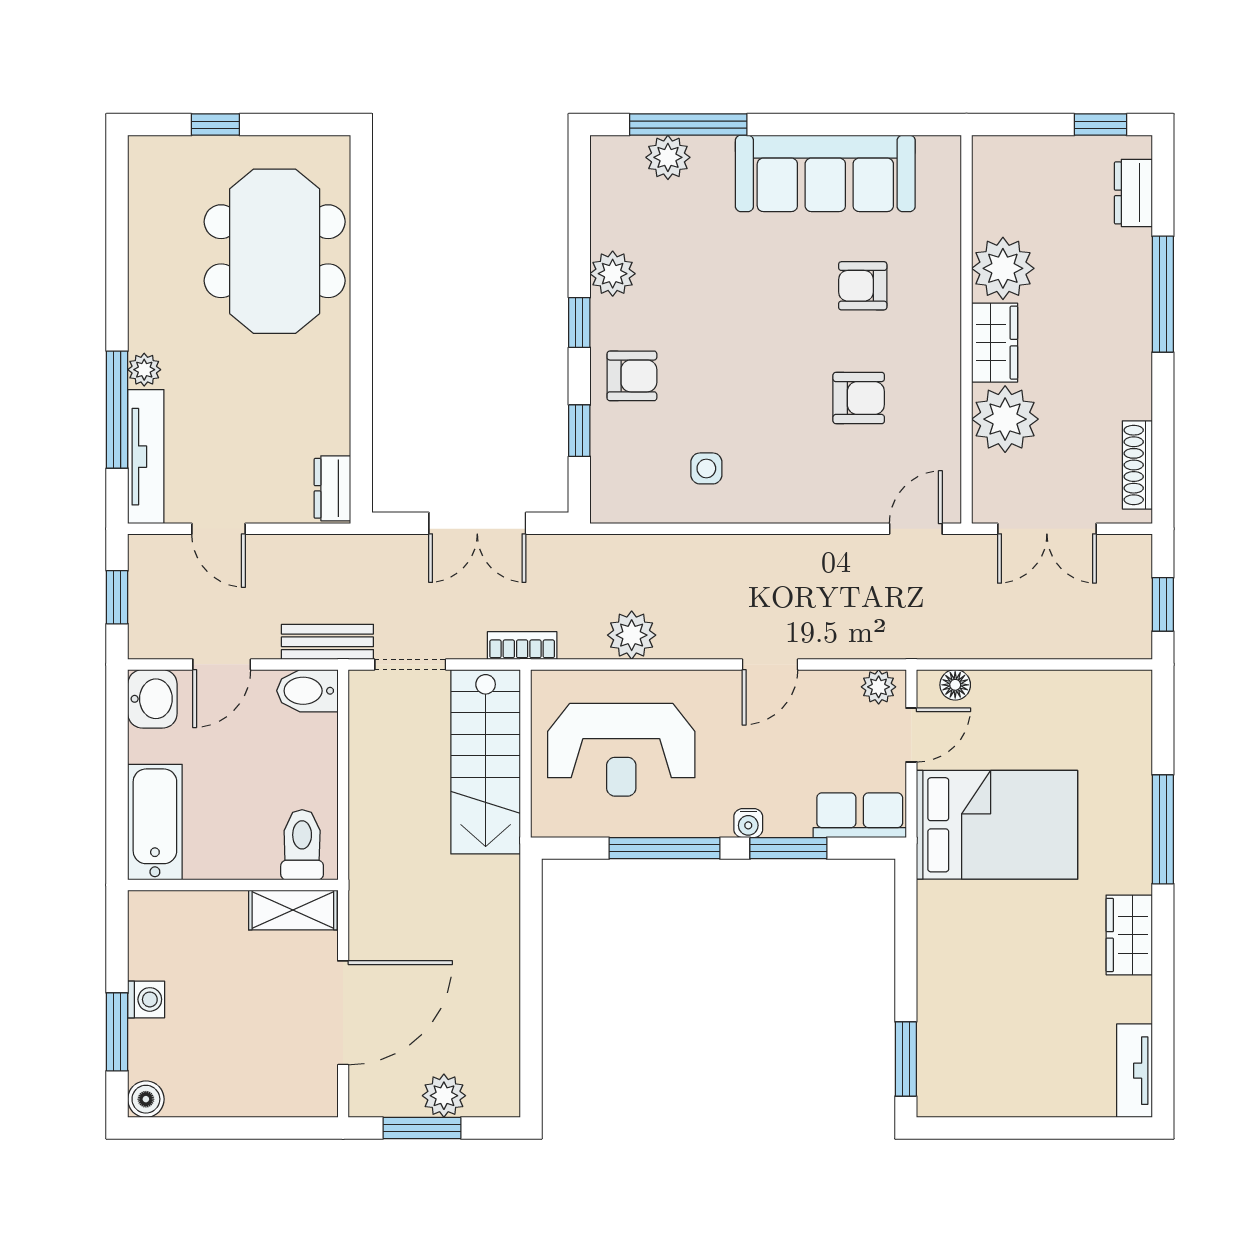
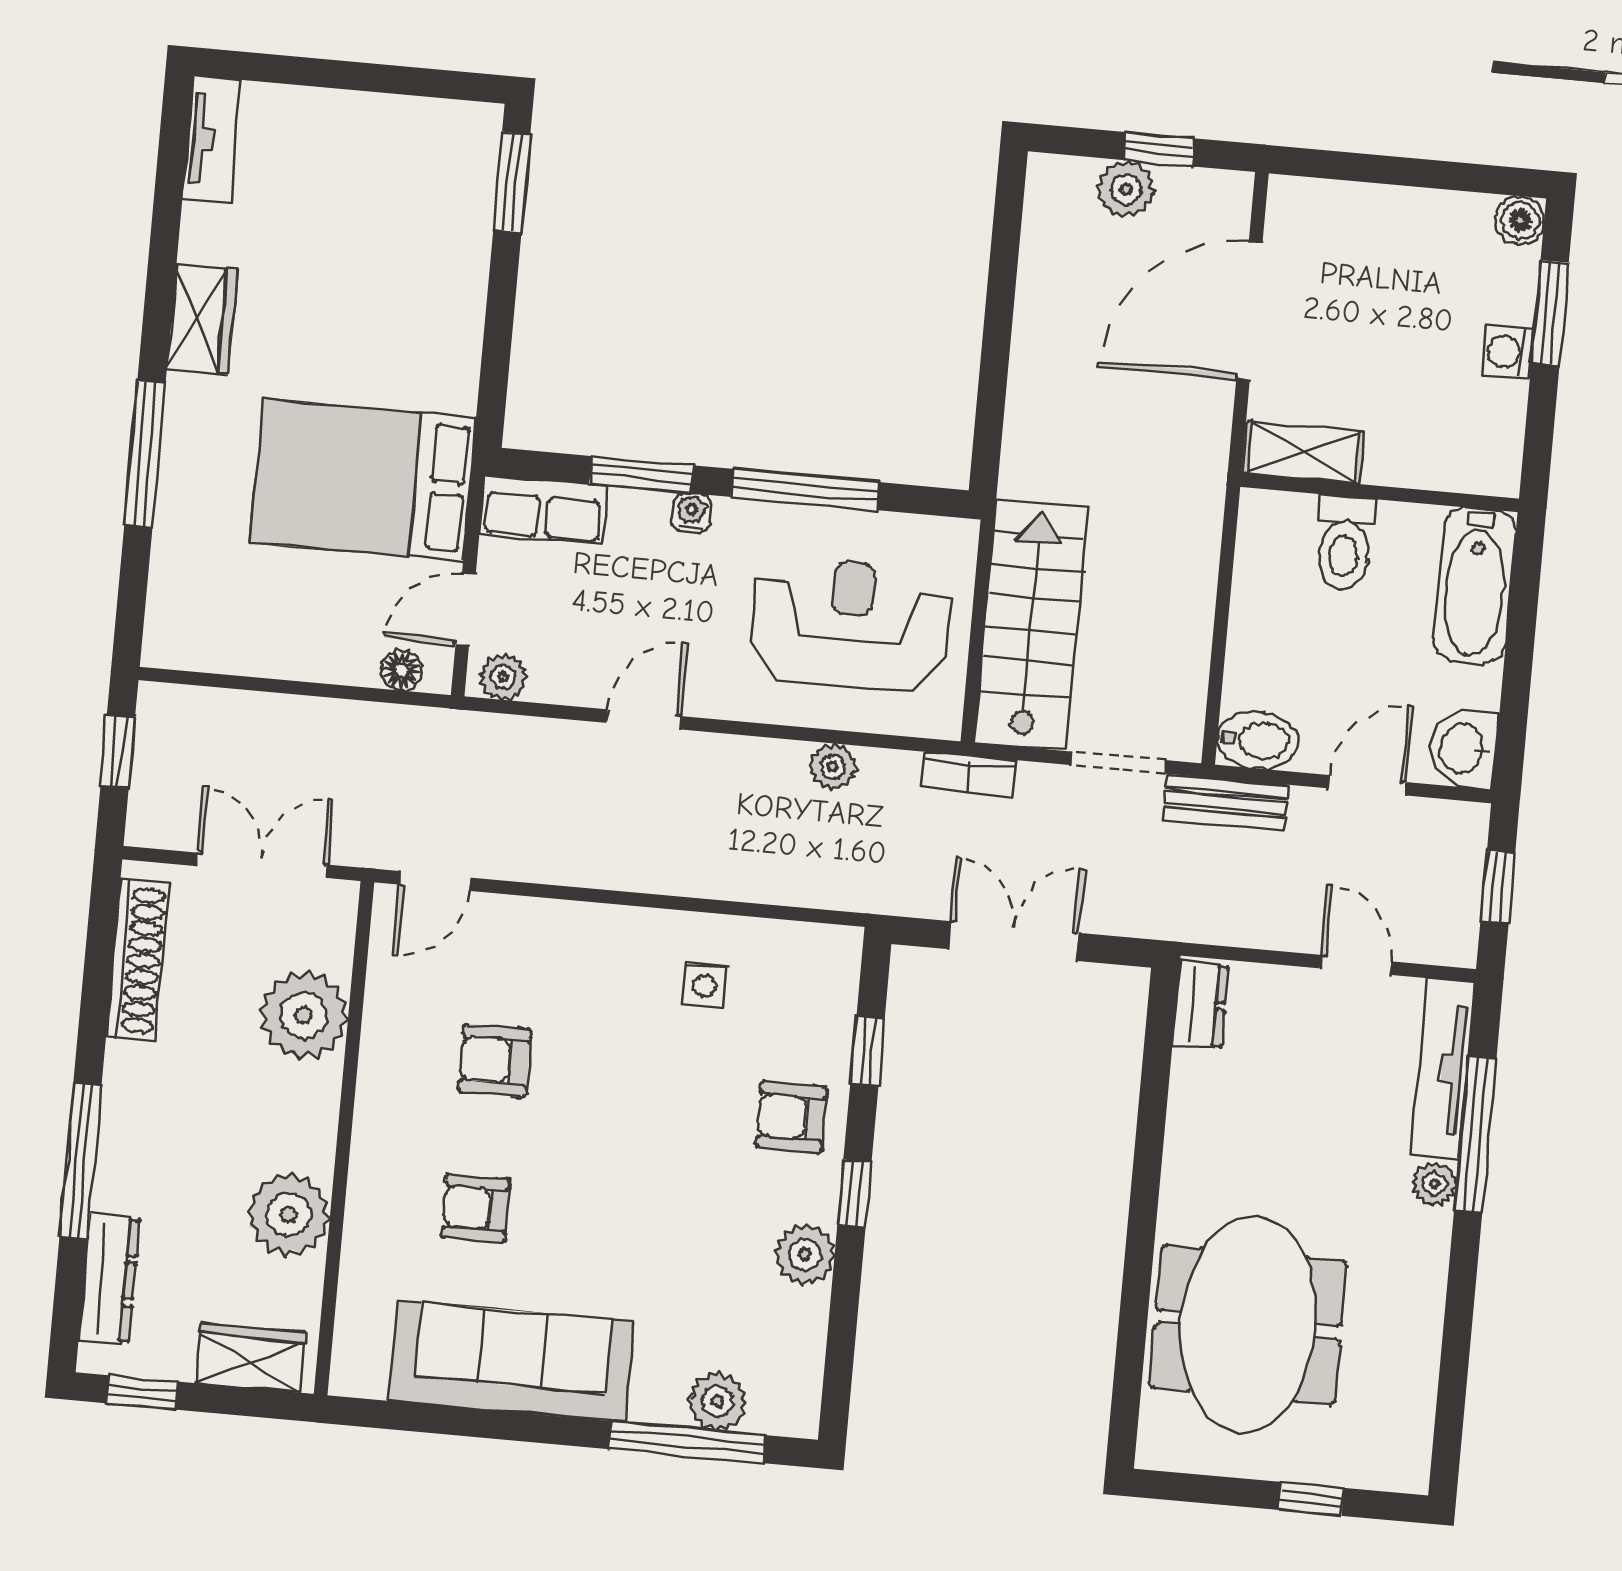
dresser: (1133, 193) -> (109, 1279), width x1.44
armchair: (863, 286) -> (476, 1208), turned 180
wardrobe: (995, 343) -> (250, 1358), moved, turned 90
shoe rack: (1137, 465) -> (138, 960), width x1.36, depth x1.24
plant: (632, 635) -> (833, 767), width x0.73, depth x0.73
toilet: (302, 845) -> (1344, 543), moved
window: (422, 1128) -> (1159, 149), width x0.67

